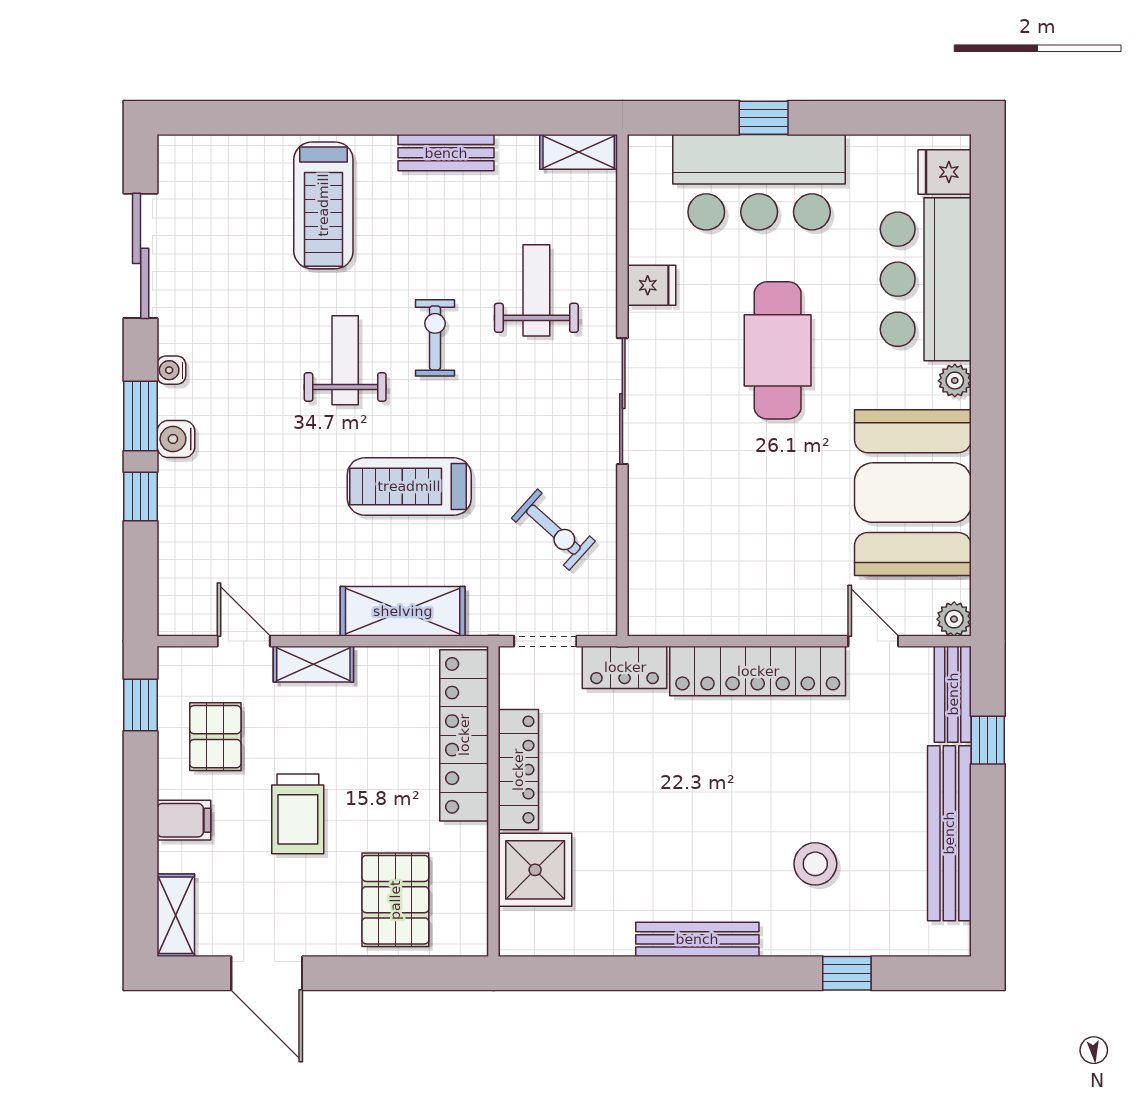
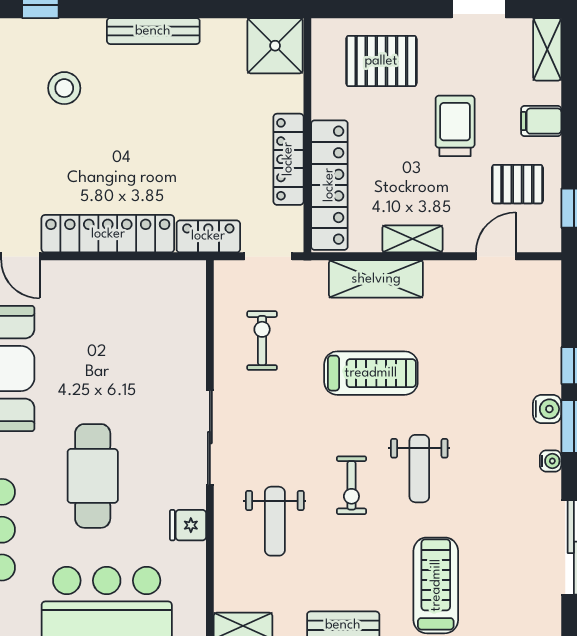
exercise bike: (553, 530) -> (262, 341), turned 48
door: (244, 641) -> (496, 256), swing flipped
shelving: (313, 664) -> (412, 239), moved
pallet: (215, 737) -> (517, 184), turned 90
shower: (535, 870) -> (275, 46), moved
pallet: (395, 900) -> (381, 61), turned 90

